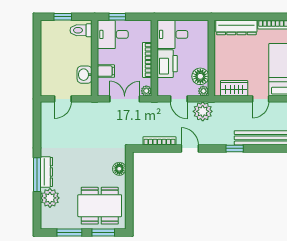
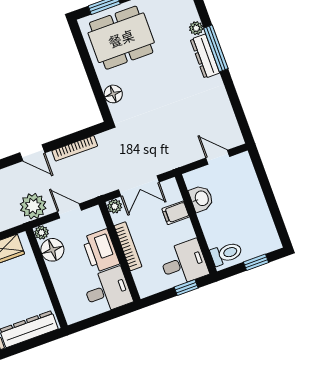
door: (63, 99) -> (218, 157), hinge flipped
plant: (50, 198) -> (196, 28), width x0.53, depth x0.53

